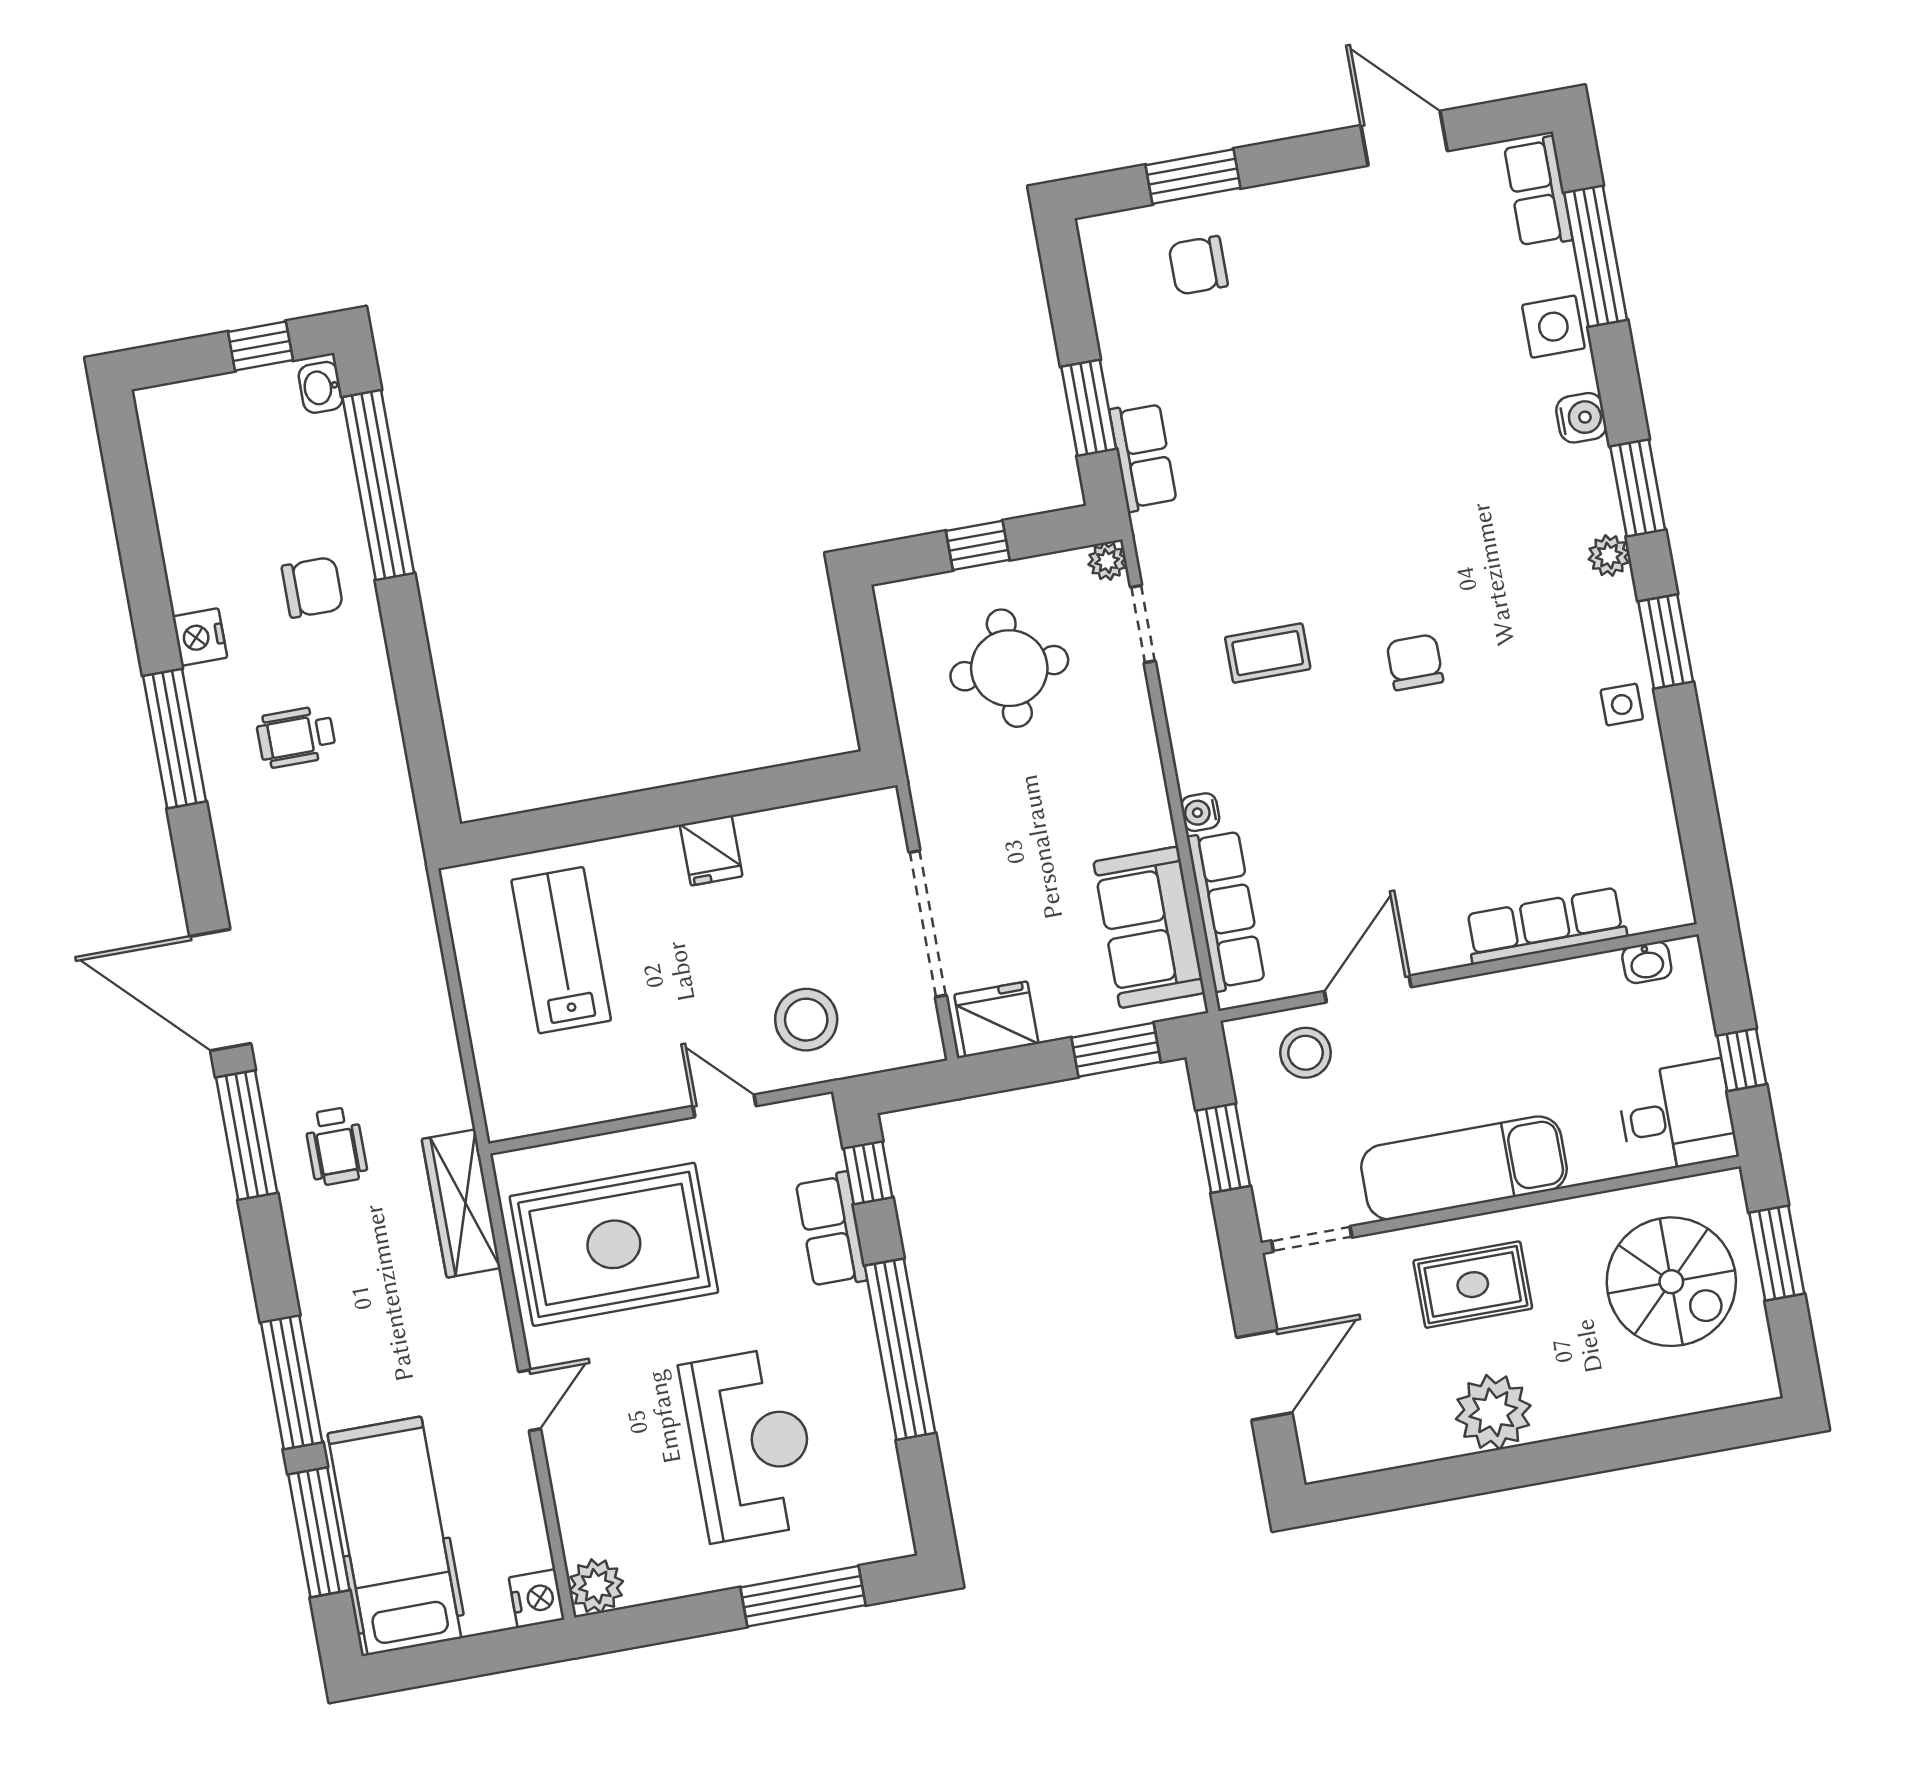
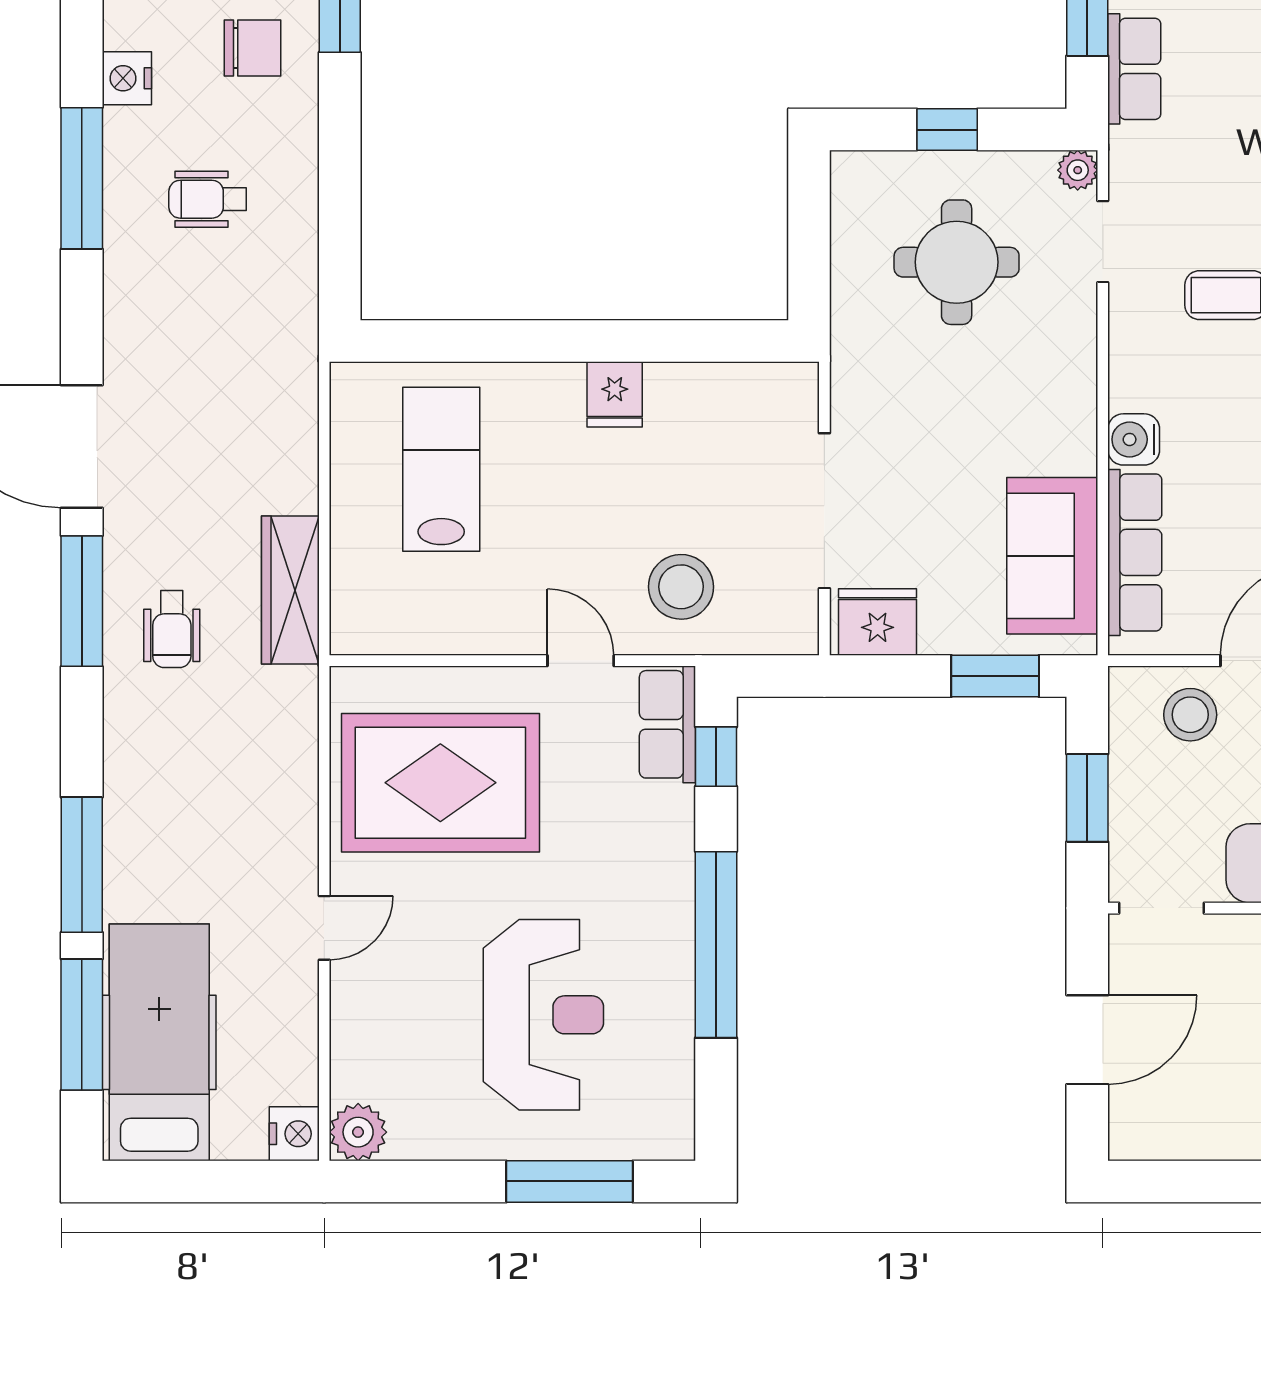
water cooler: (1200, 812) -> (1134, 439), width x1.38, depth x1.38
wardrobe: (461, 1204) -> (290, 590), moved
row of seats: (831, 1230) -> (667, 724), moved

